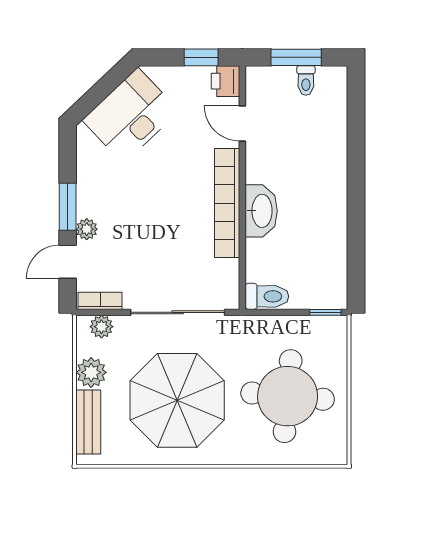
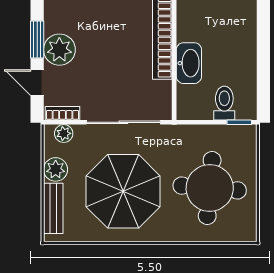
washbasin: (261, 211) -> (189, 63), moved
plant: (87, 229) -> (59, 50), width x1.87, depth x1.87
door: (68, 262) -> (37, 83), hinge flipped
toilet: (267, 296) -> (224, 103), moved, turned -90

